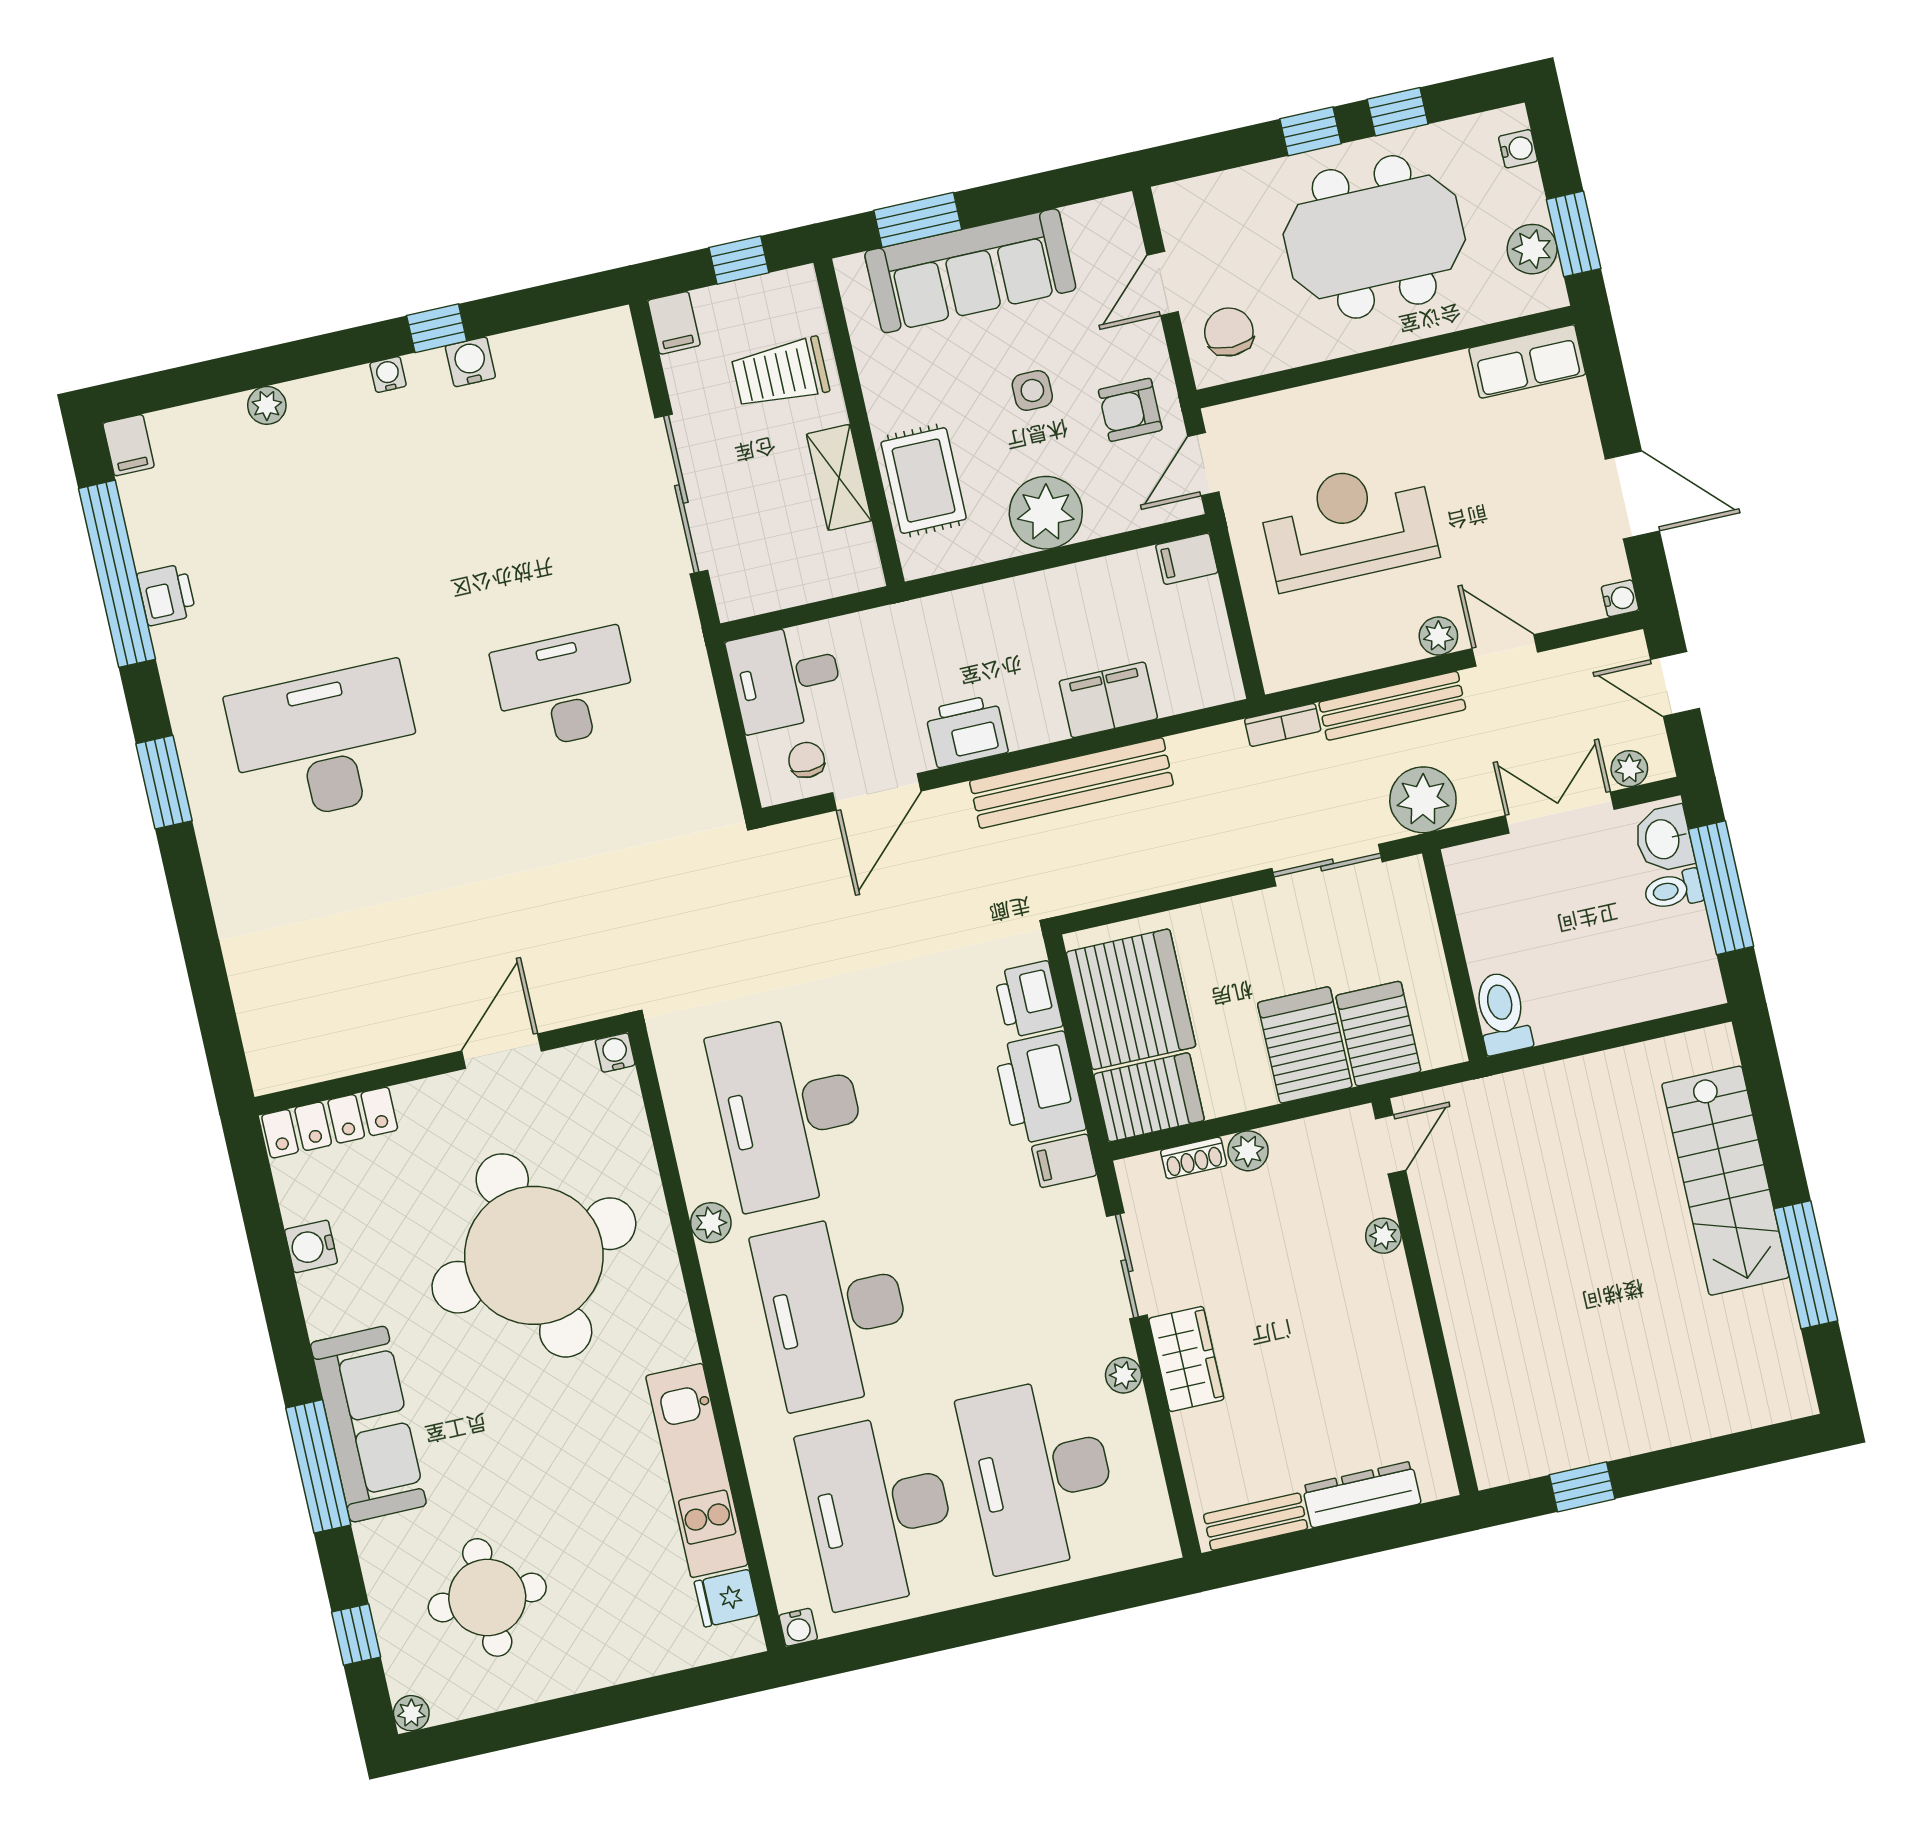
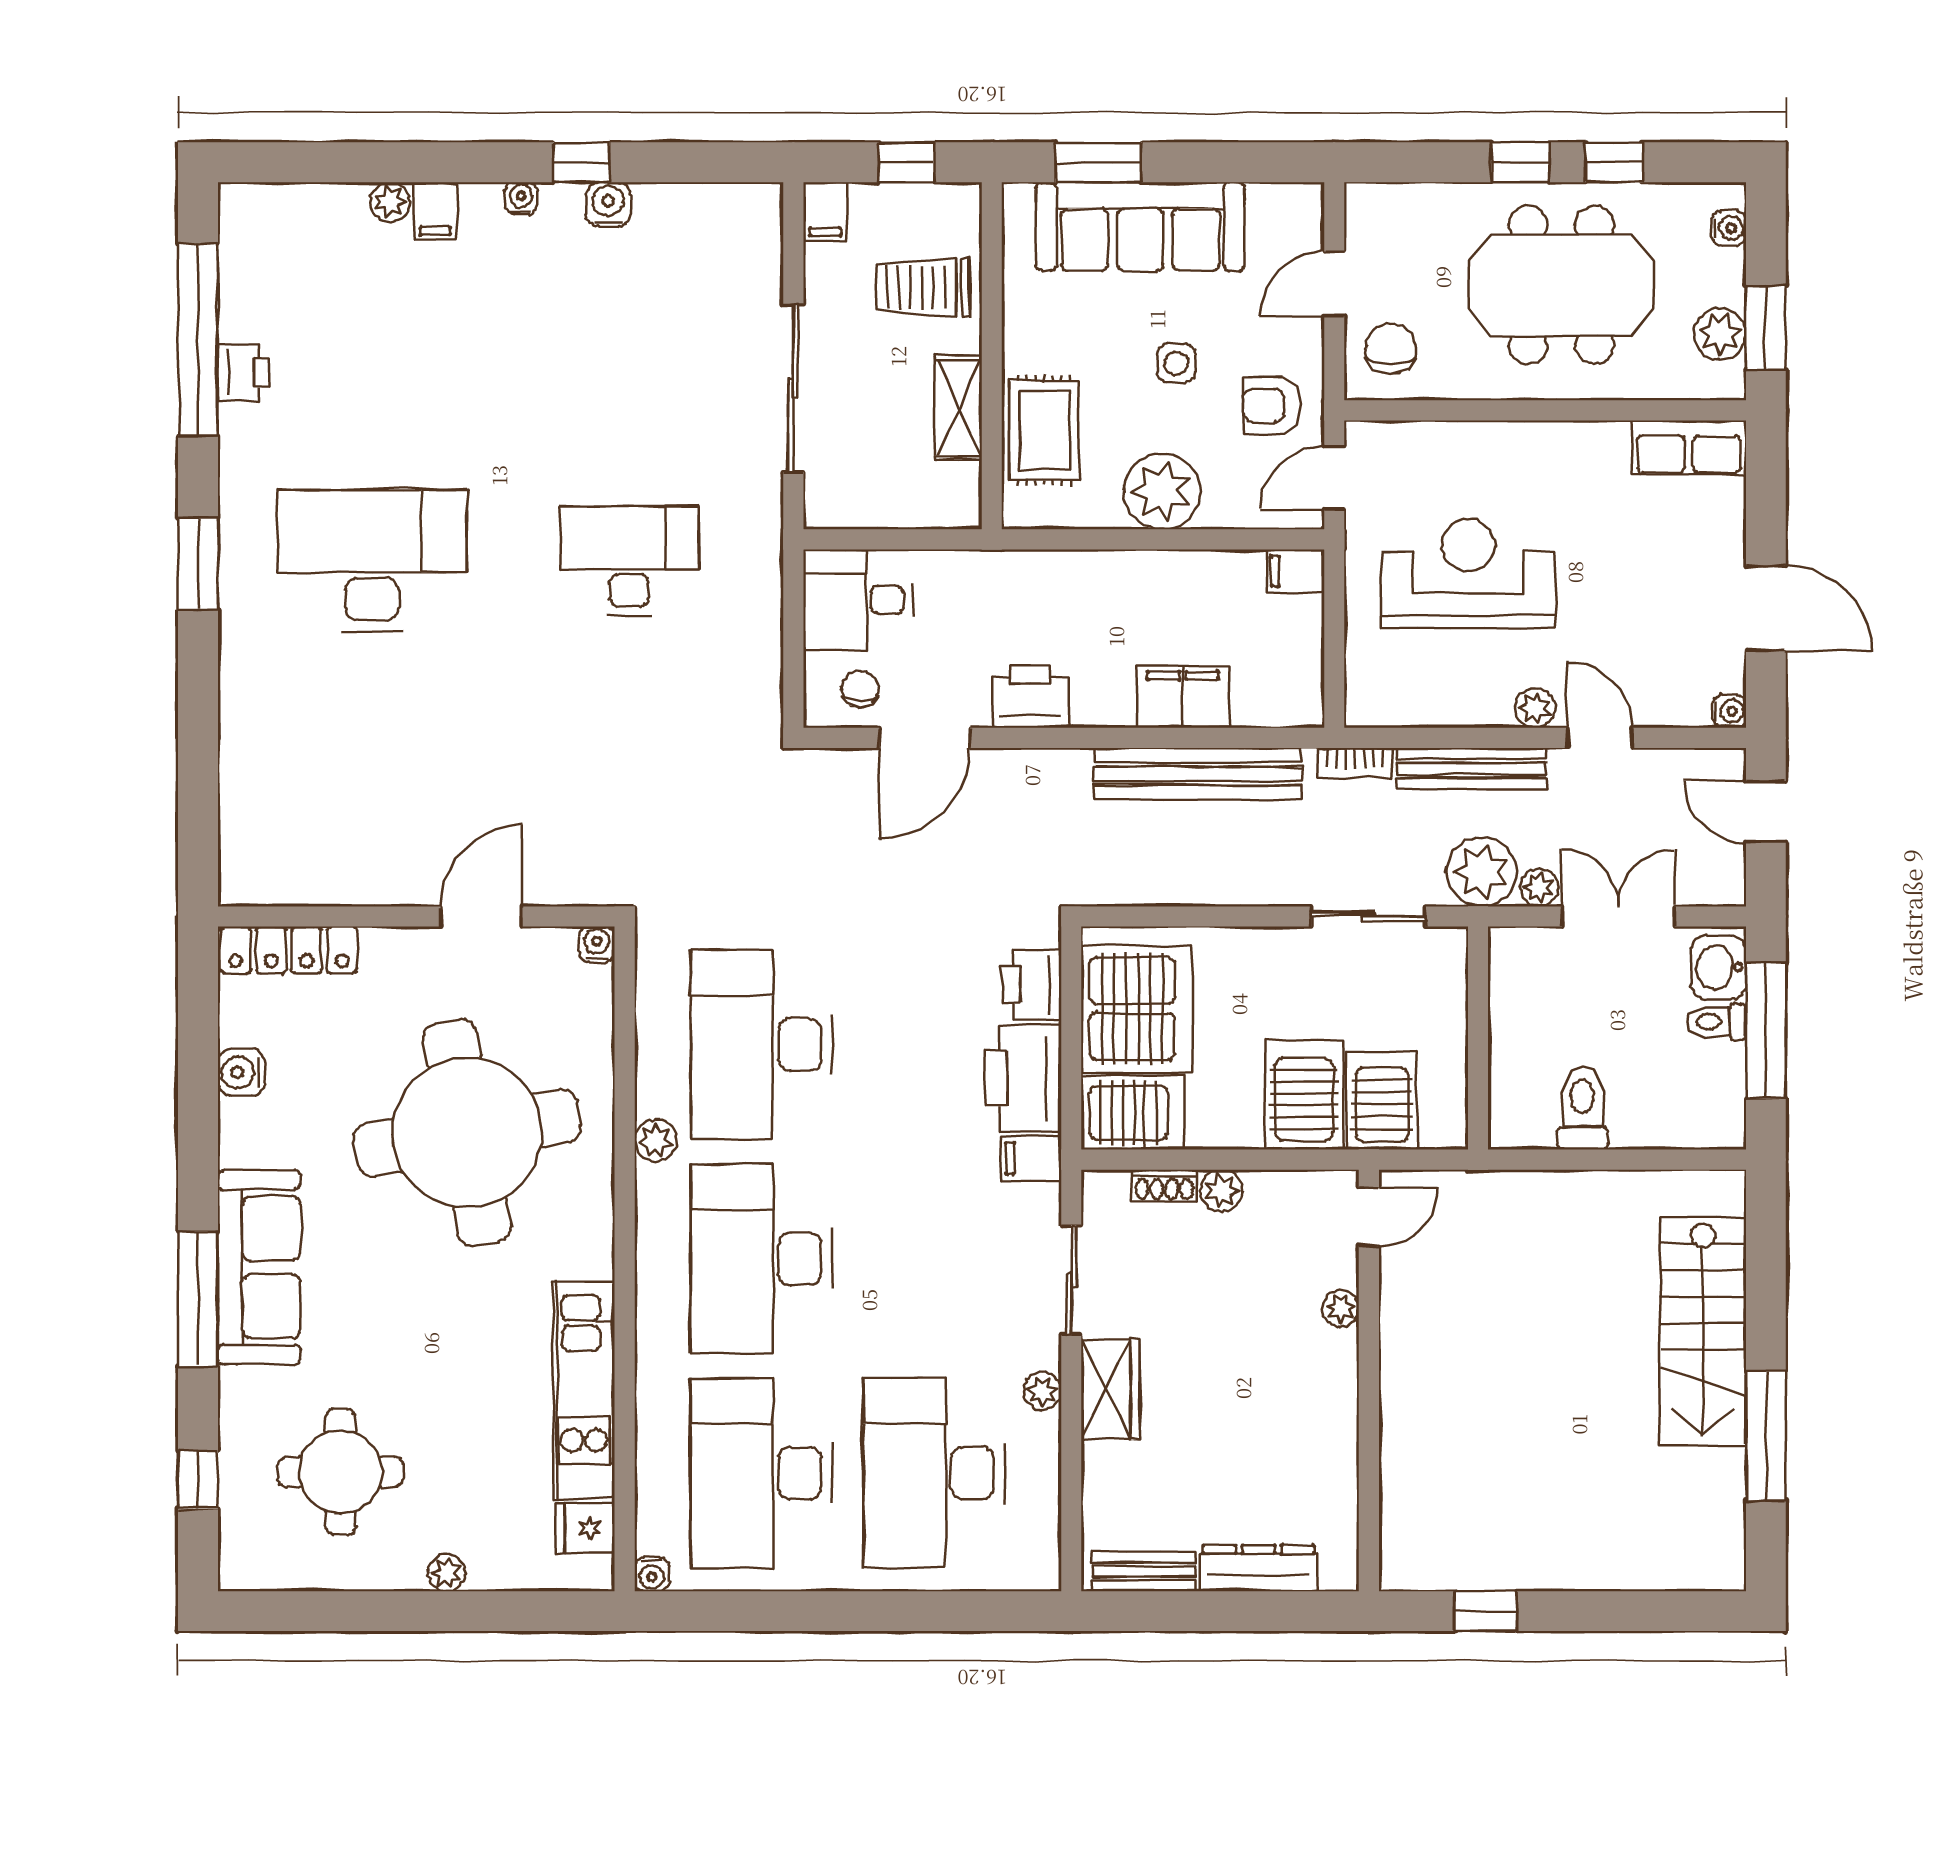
filing cabinet: (129, 445) -> (435, 211), moved
plant: (1629, 769) -> (1539, 888), moved
bench: (1071, 783) -> (1198, 774), moved
toilet: (1502, 1013) -> (1582, 1108), moved
plant: (411, 1713) -> (447, 1573), moved

